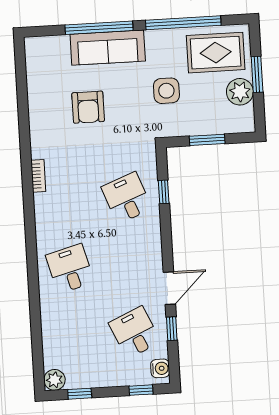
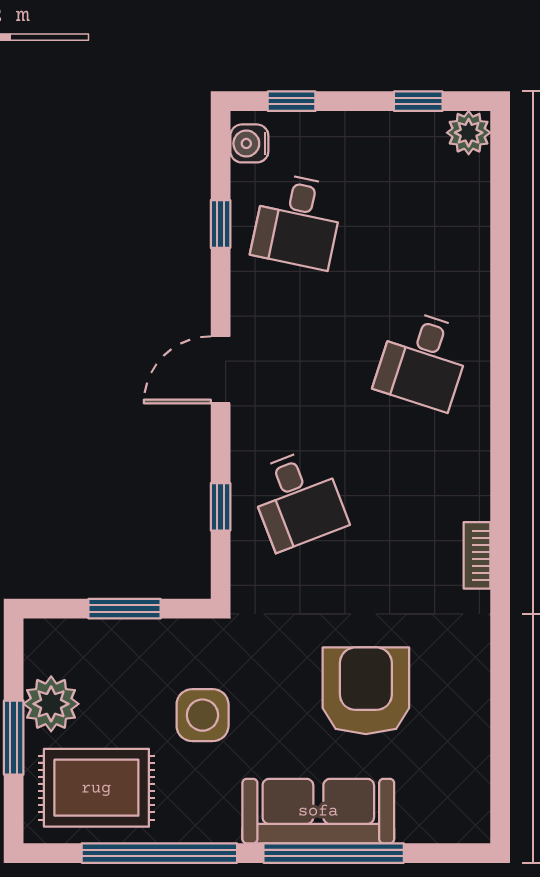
armchair: (88, 107) -> (366, 691), width x1.36, depth x1.36
desk: (70, 269) -> (423, 360), turned 33
door: (169, 288) -> (221, 370), moved
desk: (135, 332) -> (298, 221), turned 36

